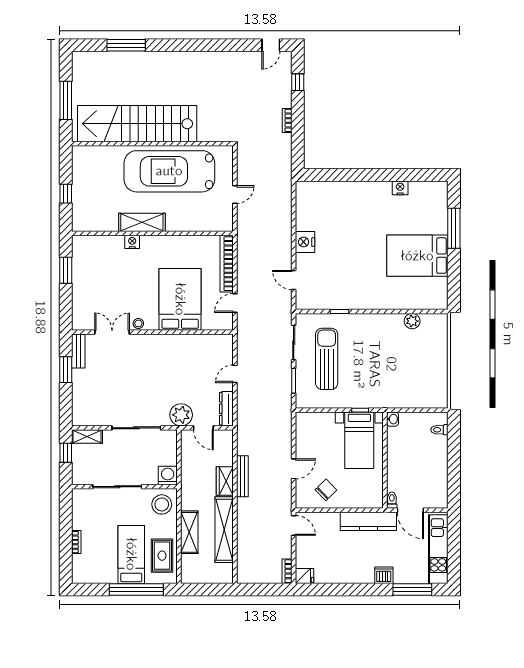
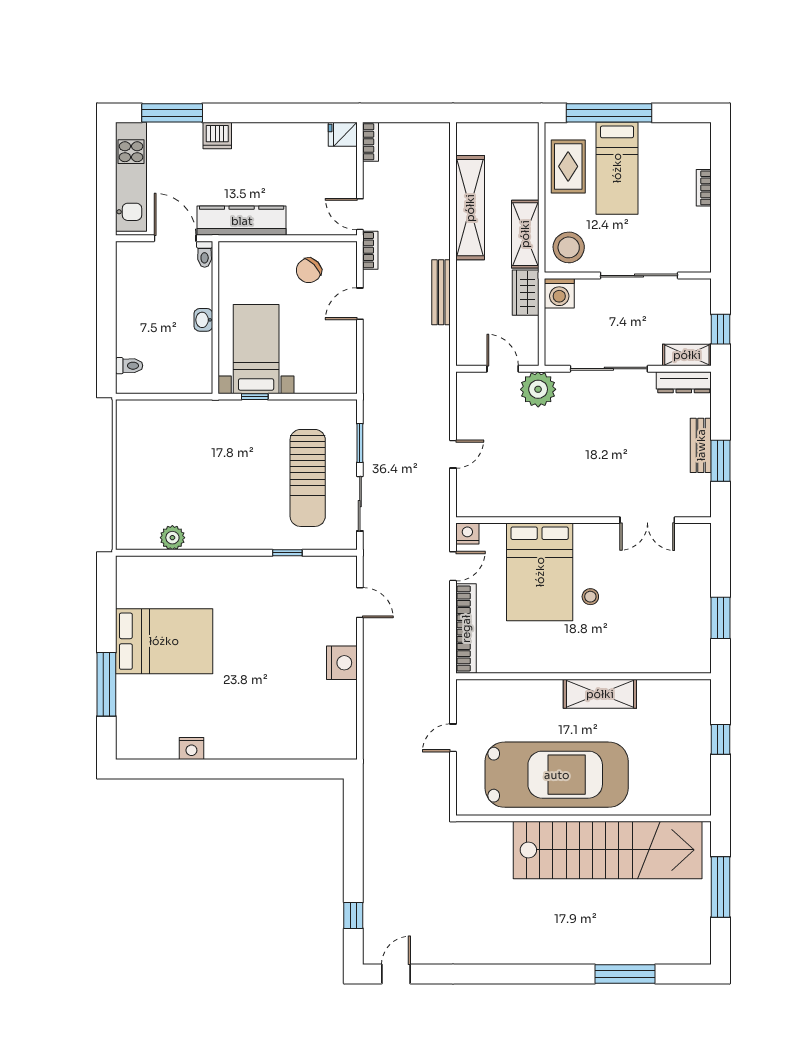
bookcase: (287, 120) -> (370, 250), moved
nightstand: (132, 242) -> (467, 534), moved, turned 180
stool: (138, 323) -> (590, 597), moved
bench: (78, 351) -> (701, 445), moved
dresser: (226, 409) -> (684, 382), moved, turned 90
washbasin: (393, 419) -> (203, 320), moved
wardrobe: (225, 481) -> (526, 293), moved, turned 180
shelving: (189, 532) -> (525, 234), moved

